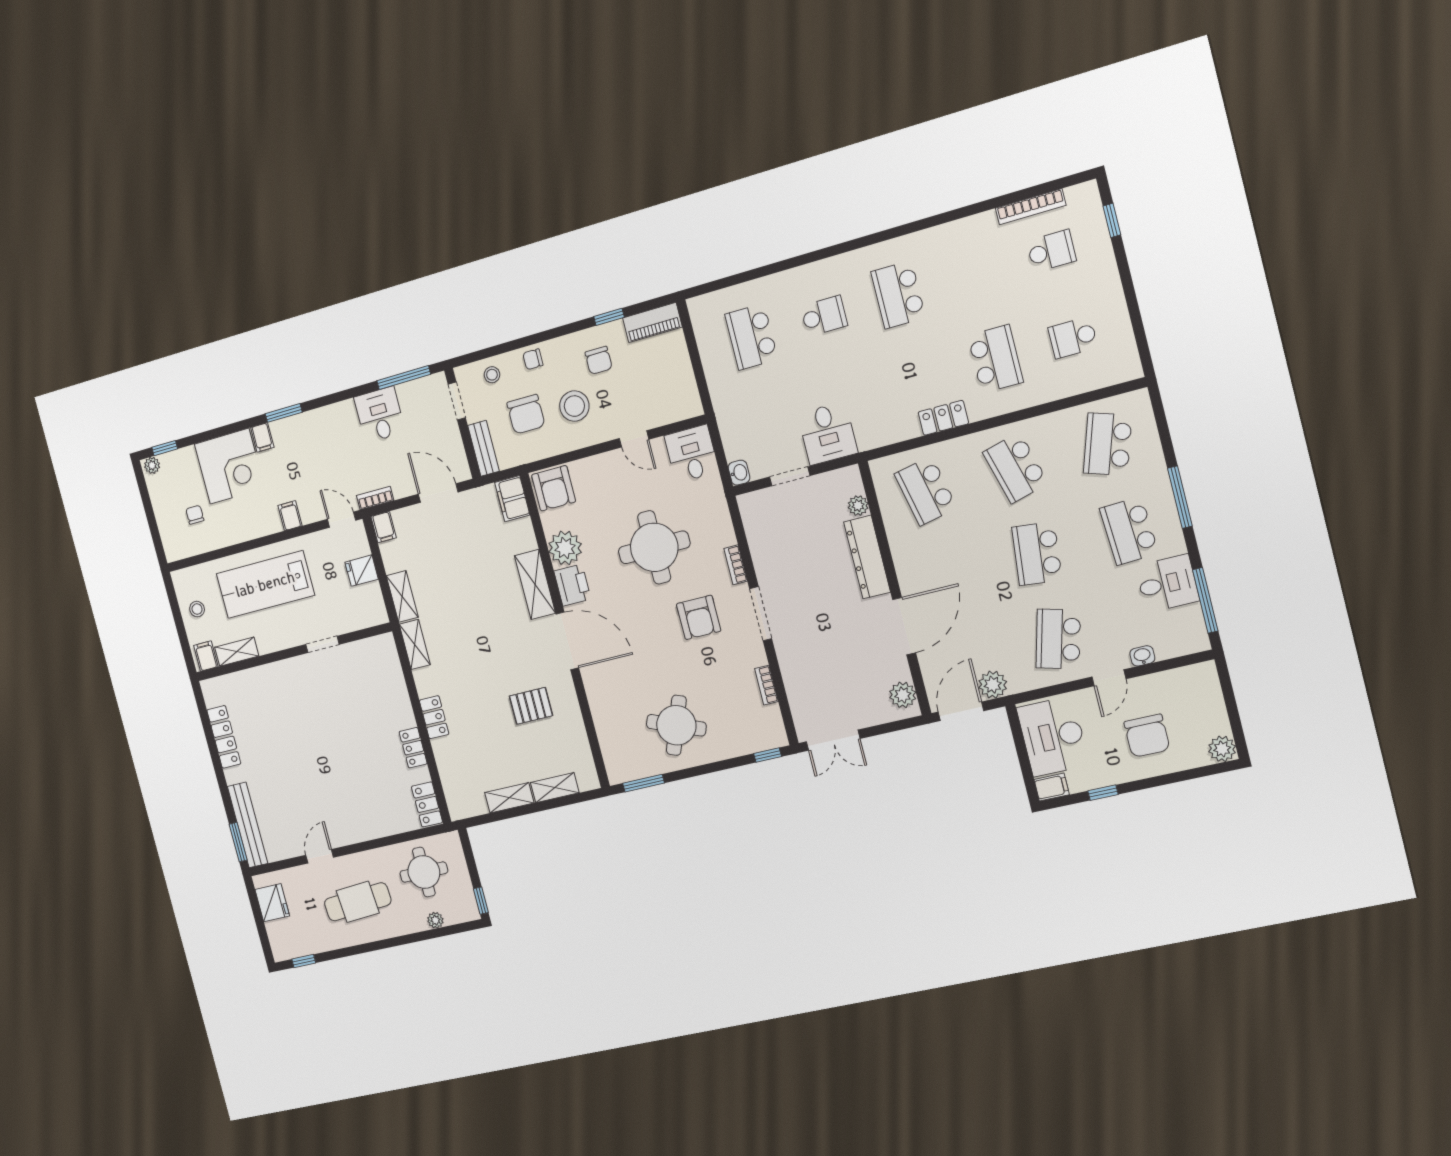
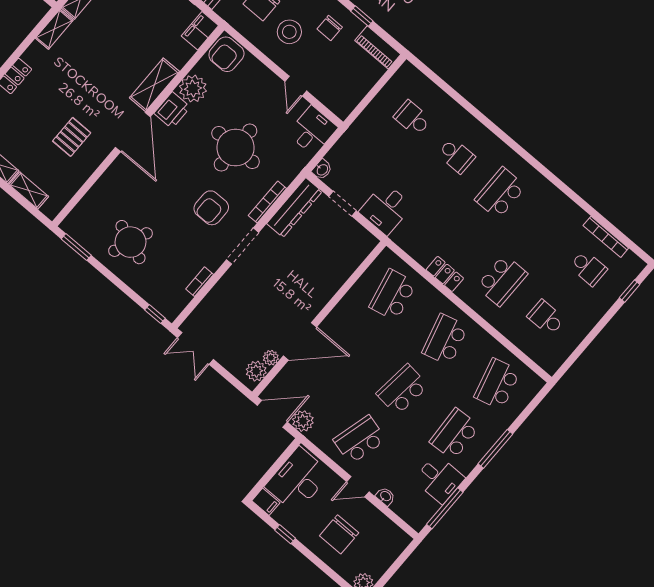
school desk: (751, 337) -> (412, 118), width x0.54
school desk: (1108, 444) -> (497, 384), turned -33
plant: (858, 506) -> (271, 358), moved
dresser: (867, 557) -> (294, 208), moved, turned 180
bookcase: (736, 565) -> (267, 202), width x1.56
pallet: (531, 706) -> (72, 137), turned 90

